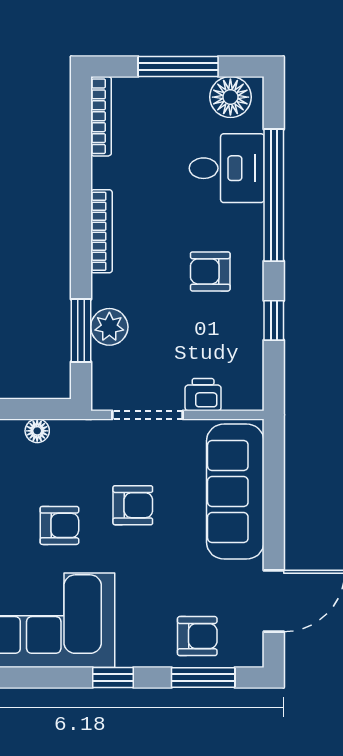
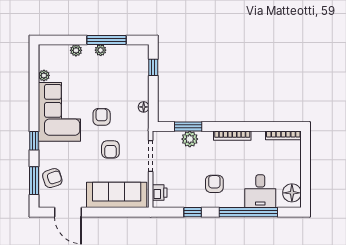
window: (178, 67) -> (305, 170), removed
printer: (203, 395) -> (160, 193), moved
armchair: (59, 525) -> (102, 117), turned 180
armchair: (197, 636) -> (52, 178), turned -108

